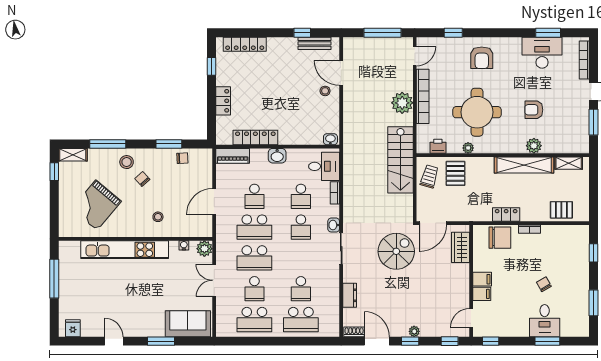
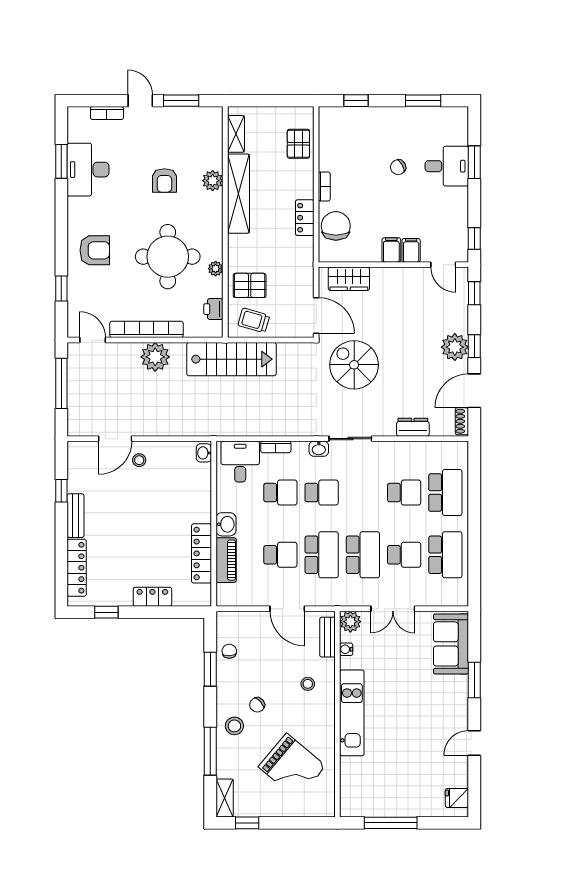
bench: (314, 43) -> (76, 516), moved
bookcase: (584, 60) -> (107, 113), width x0.64
piano: (233, 156) -> (226, 560), moved
bench: (193, 231) -> (327, 637), added
kitchen unit: (125, 250) -> (352, 713), width x0.73
plant: (414, 331) -> (455, 347), width x1.88, depth x1.88

